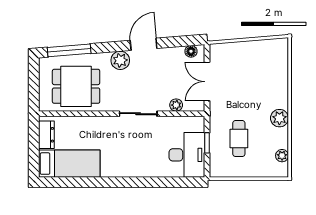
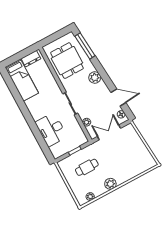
door: (144, 44) -> (118, 97), moved
desk: (187, 155) -> (51, 130), moved, turned 90

